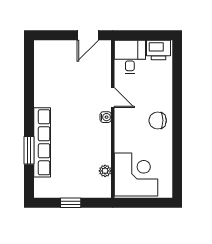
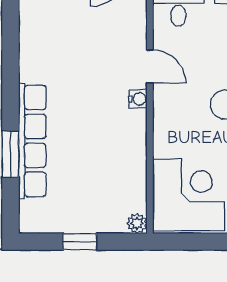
plant: (105, 171) -> (137, 223), moved

